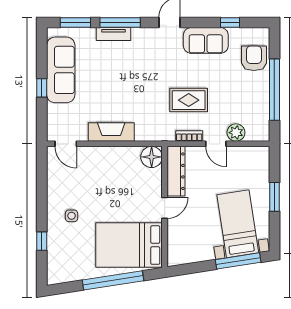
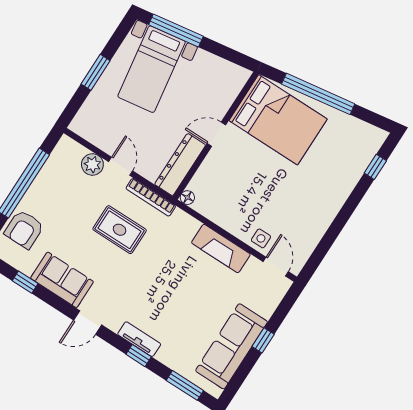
window: (120, 23) -> (139, 356), width x0.46
tv unit: (114, 34) -> (139, 339), moved
bookcase: (189, 136) -> (151, 197), width x1.56
floor lamp: (152, 157) -> (187, 198), width x0.53, depth x0.53
side table: (72, 216) -> (261, 238), moved
window: (42, 241) -> (375, 167), moved

